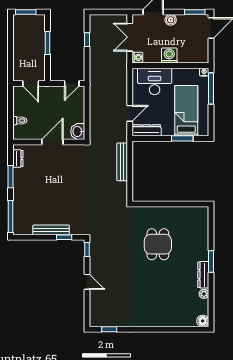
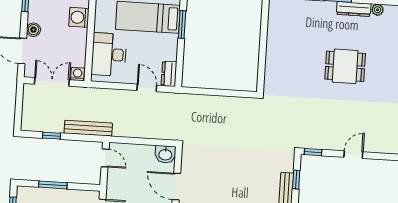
double door: (130, 37) -> (52, 82), swing flipped
washing machine: (169, 56) -> (79, 17), moved
dresser: (147, 130) -> (169, 74), width x0.70
bench: (122, 162) -> (88, 128), moved
dining table: (158, 244) -> (345, 66), moved

